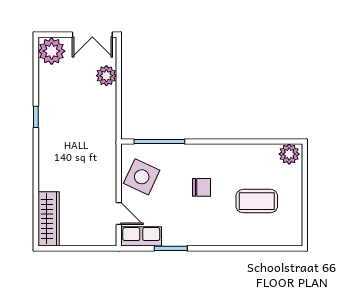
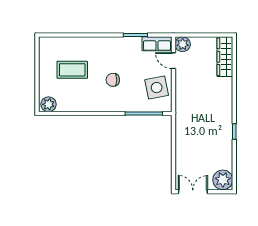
plant: (106, 76) -> (183, 44), moved
side table: (142, 177) -> (157, 88), turned -36

